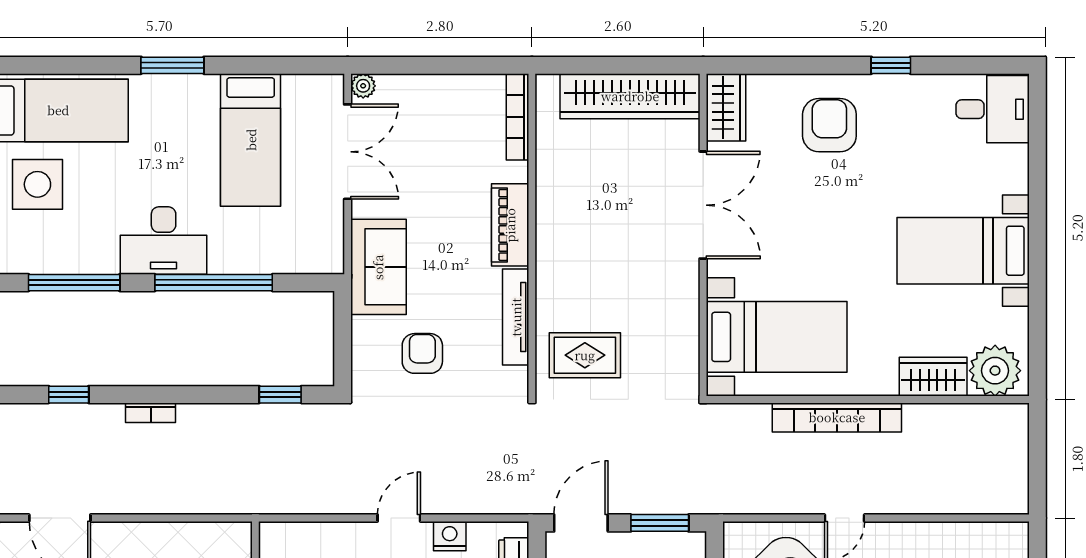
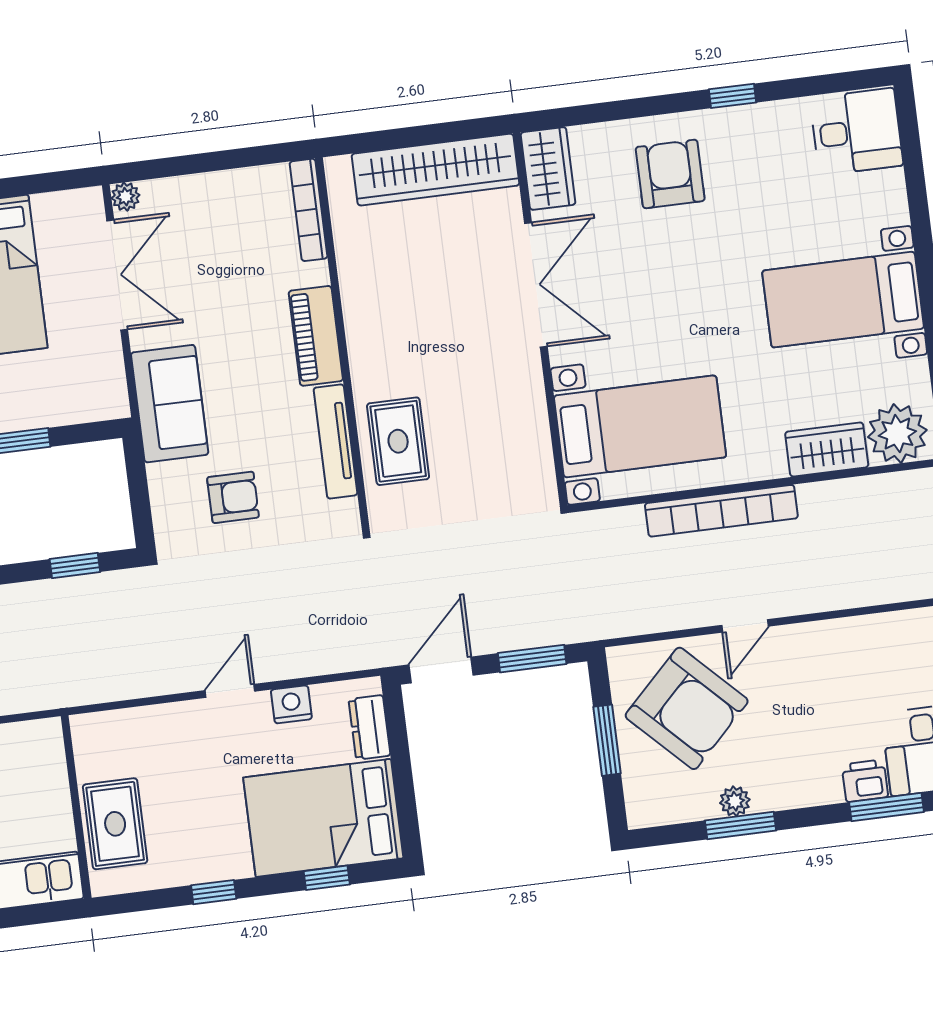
armchair: (422, 353) -> (233, 497), turned 90
rug: (585, 355) -> (398, 441), moved, turned 90

